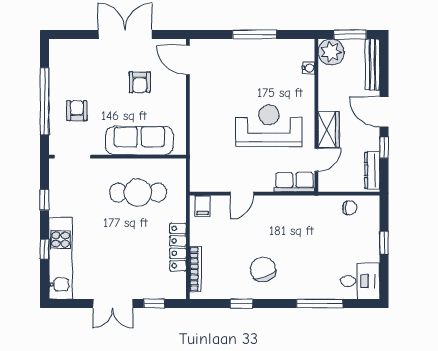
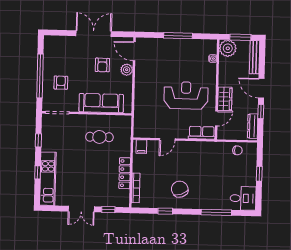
plant: (177, 89) -> (127, 70), added
cafe table: (138, 193) -> (99, 137), width x0.73, depth x0.74

